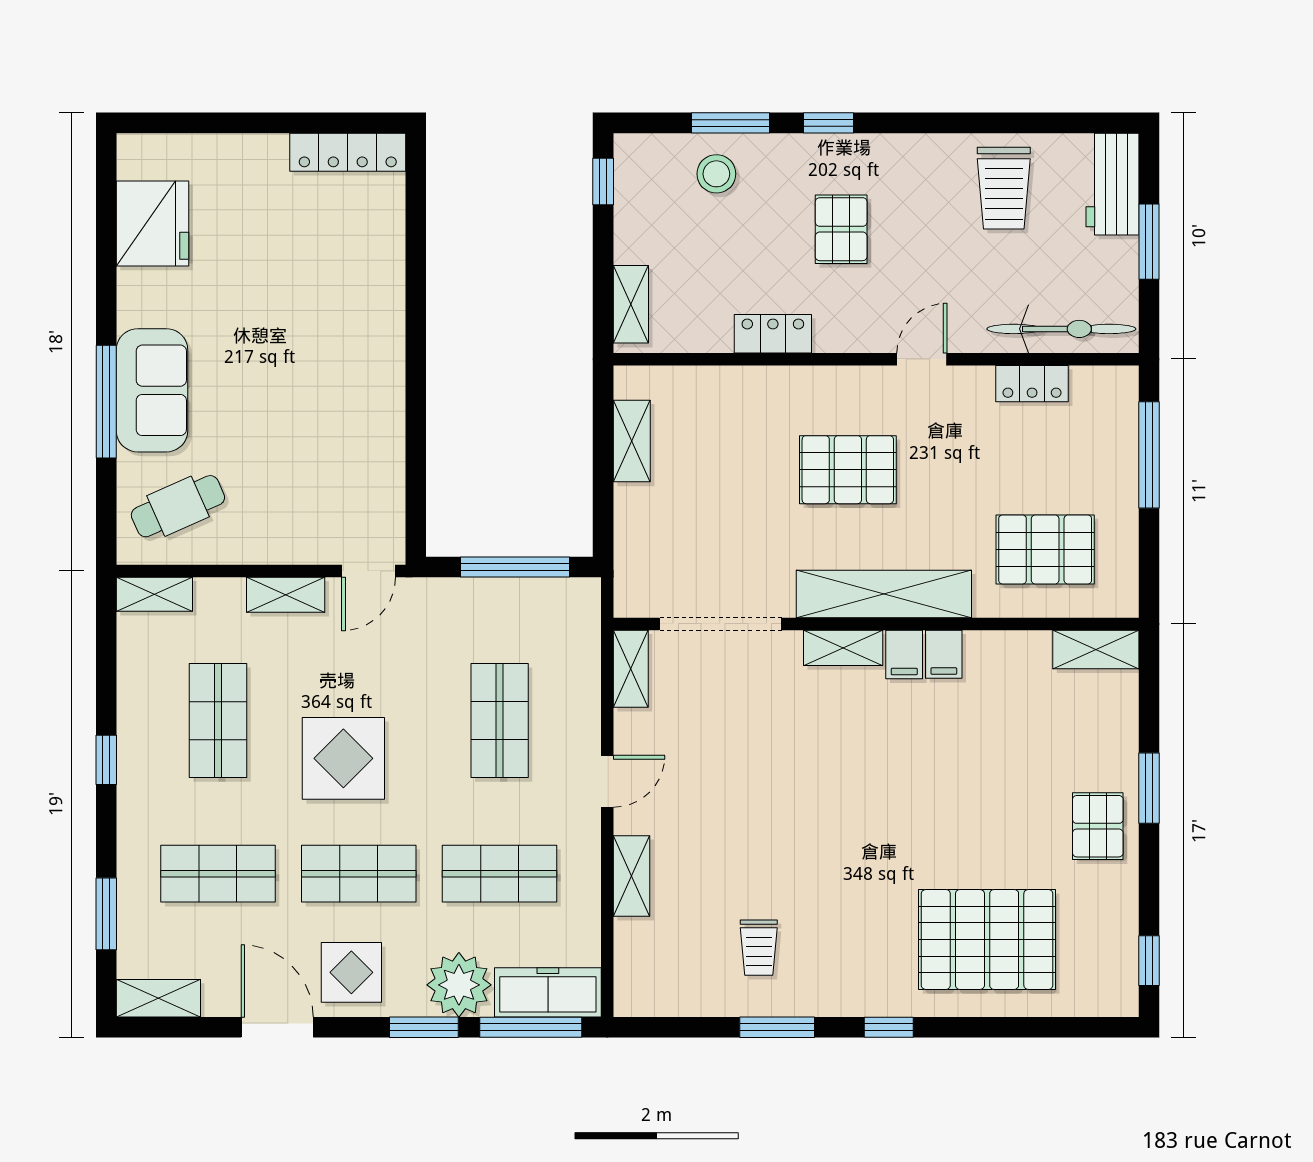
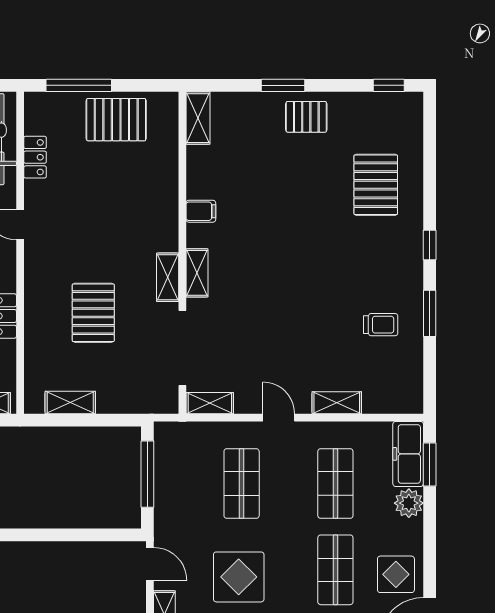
pallet: (848, 470) -> (93, 313), moved
pallet: (1045, 549) -> (116, 120), moved, turned 90
shelving: (884, 594) -> (168, 277), width x0.45, depth x0.75
filing cabinet: (904, 654) -> (201, 236), removed
shop shelf: (500, 721) -> (242, 484), turned 90
display table: (343, 758) -> (239, 577), moved
pallet: (987, 939) -> (376, 185), width x0.73, depth x0.71
plant: (459, 985) -> (409, 503), width x0.73, depth x0.73
window: (424, 1027) -> (430, 530), removed
window: (531, 1027) -> (430, 464), width x0.69

